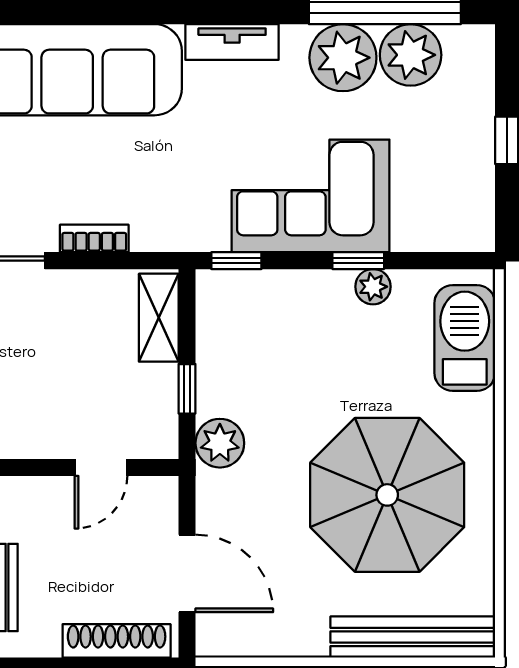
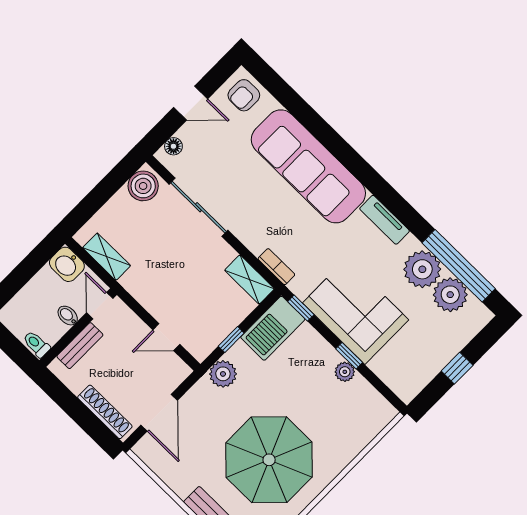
bookcase: (94, 238) -> (276, 267), moved
shelving: (159, 318) -> (249, 279), moved, turned 90
barbecue: (465, 338) -> (273, 328), moved, turned 180

